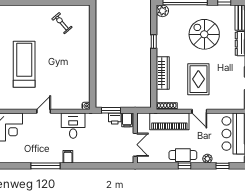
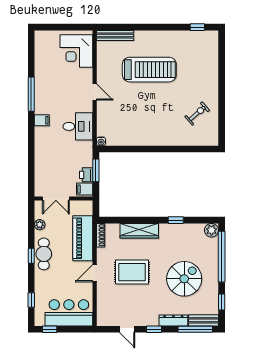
plant: (207, 159) -> (40, 225), moved

